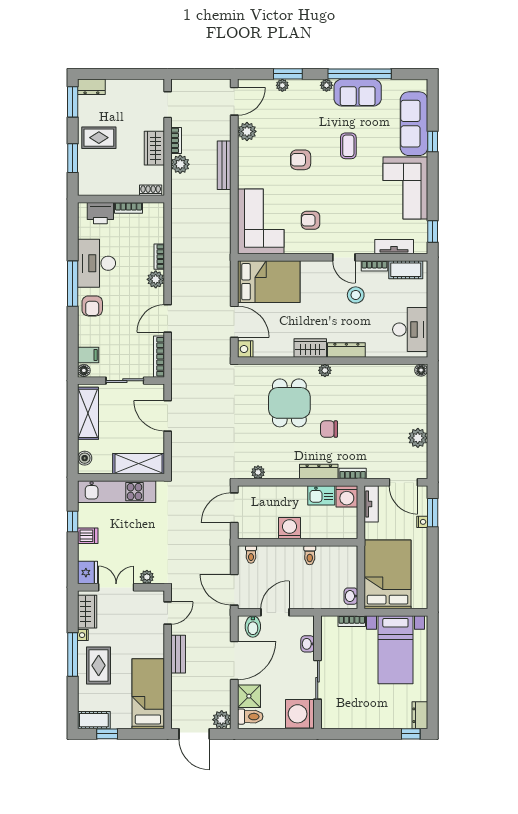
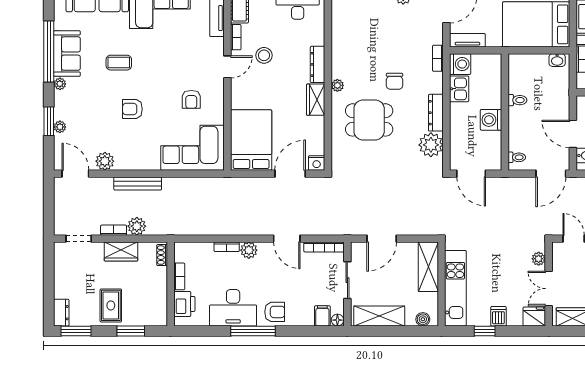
armchair: (301, 160) -> (132, 109), turned 90
plant: (258, 472) -> (431, 145), width x1.87, depth x1.87
dresser: (319, 472) -> (436, 113), moved

